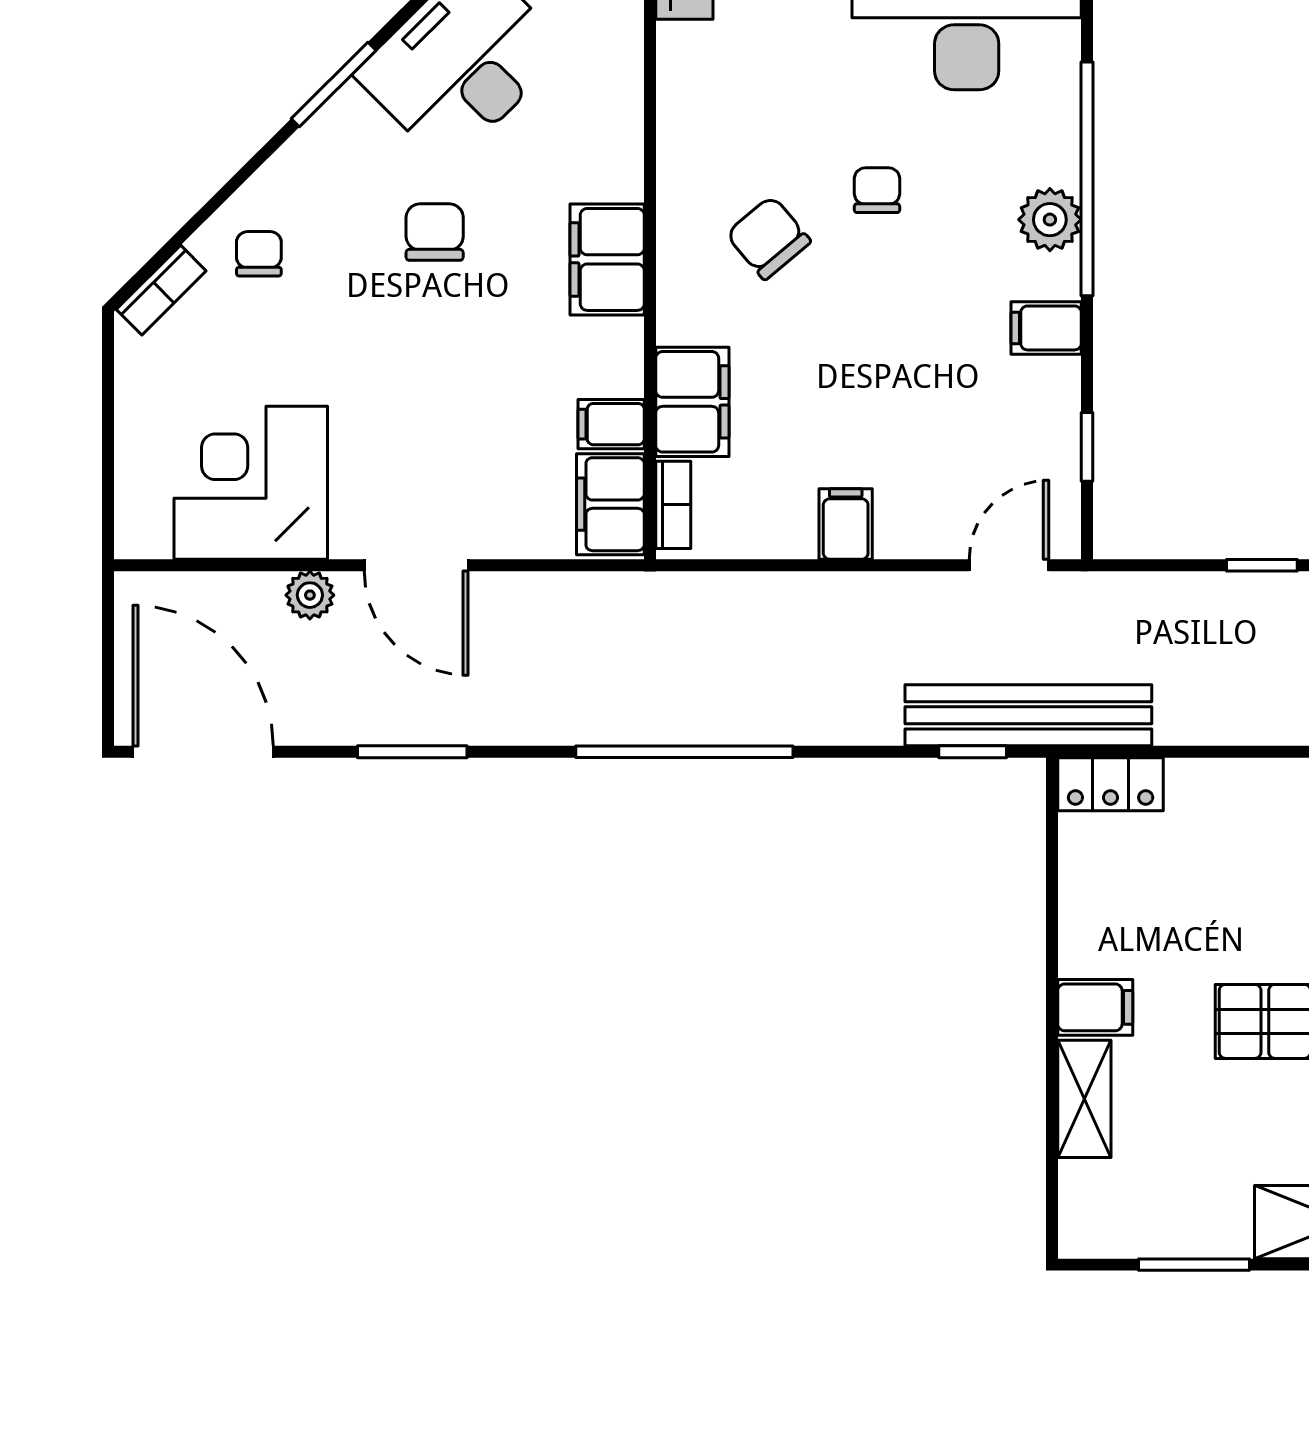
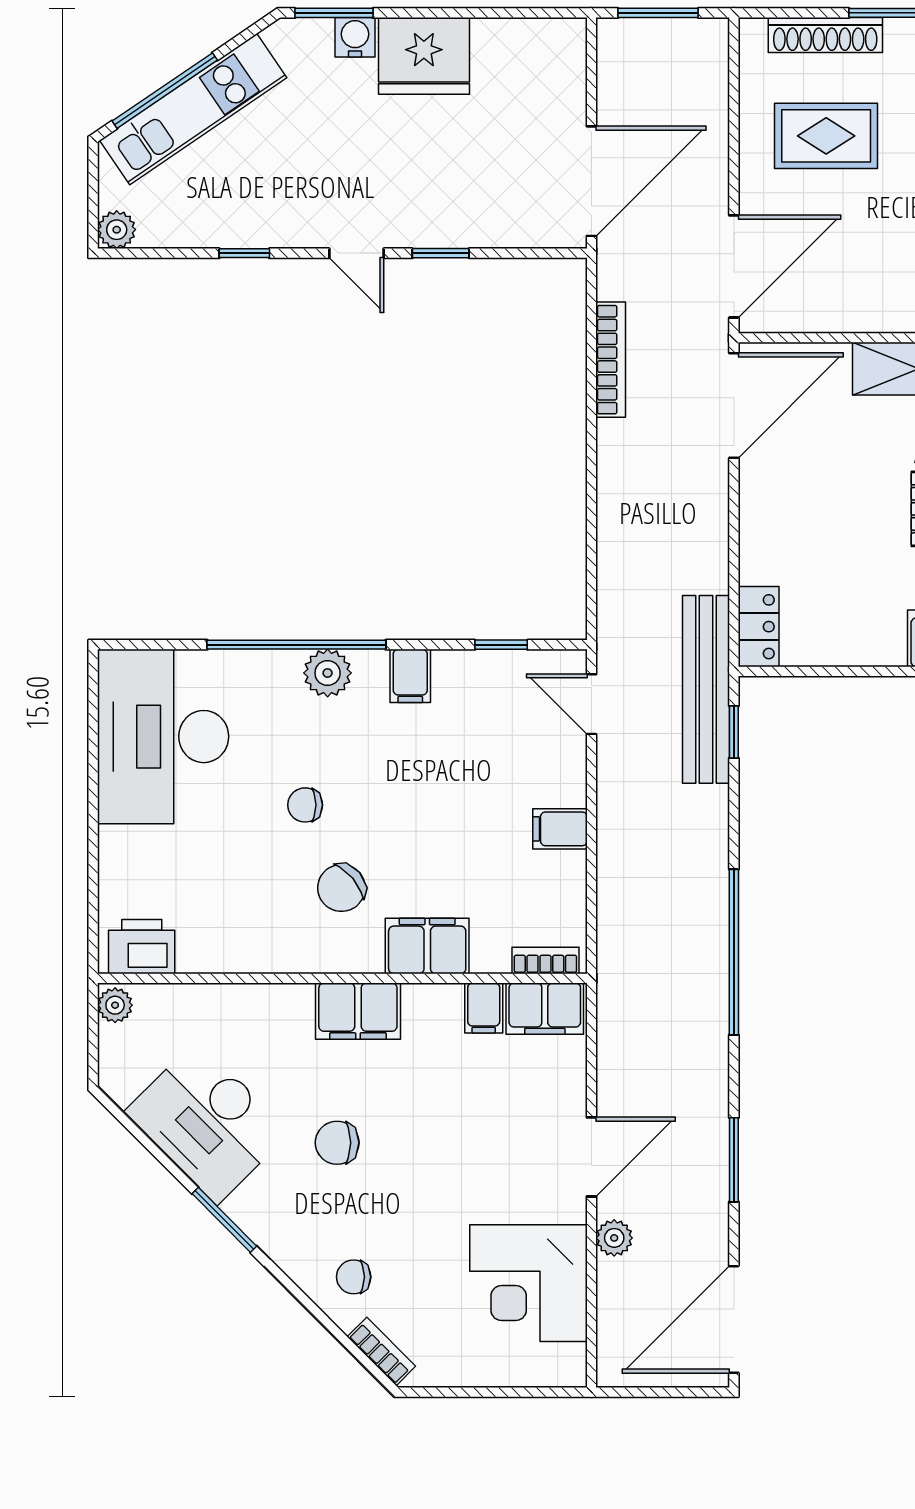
filing cabinet: (692, 402) -> (427, 946), moved
window: (1262, 565) -> (591, 511), removed

